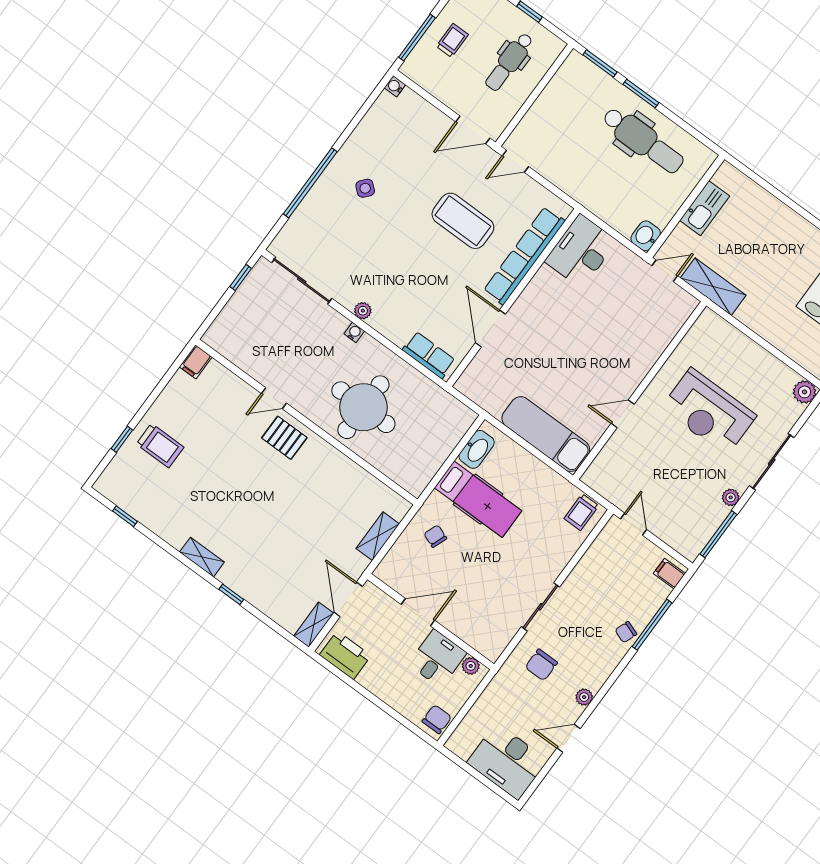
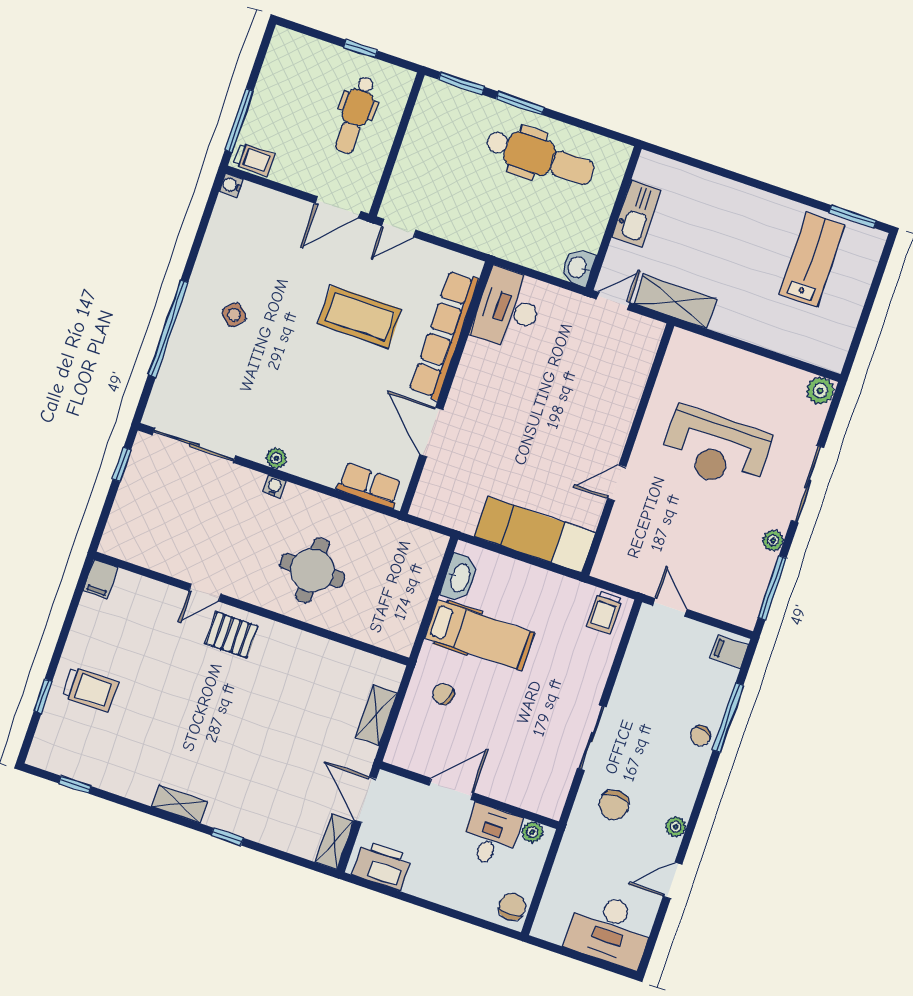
trolley: (452, 40) -> (254, 159), moved, turned 90
round table: (363, 407) -> (312, 570), width x0.73, depth x0.73

